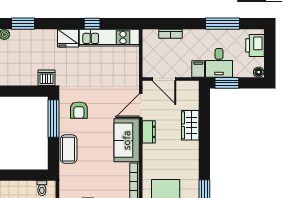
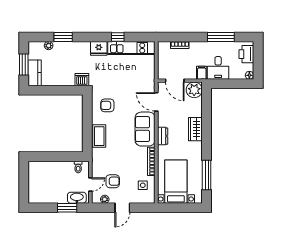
window: (227, 83) -> (224, 84), removed
plant: (189, 91) -> (194, 90), added
door: (141, 106) -> (156, 102), hinge flipped
armchair: (79, 110) -> (107, 105), turned 90
window: (53, 118) -> (87, 112), removed
wardrobe: (190, 125) -> (195, 129), moved
dresser: (149, 132) -> (163, 136), moved

